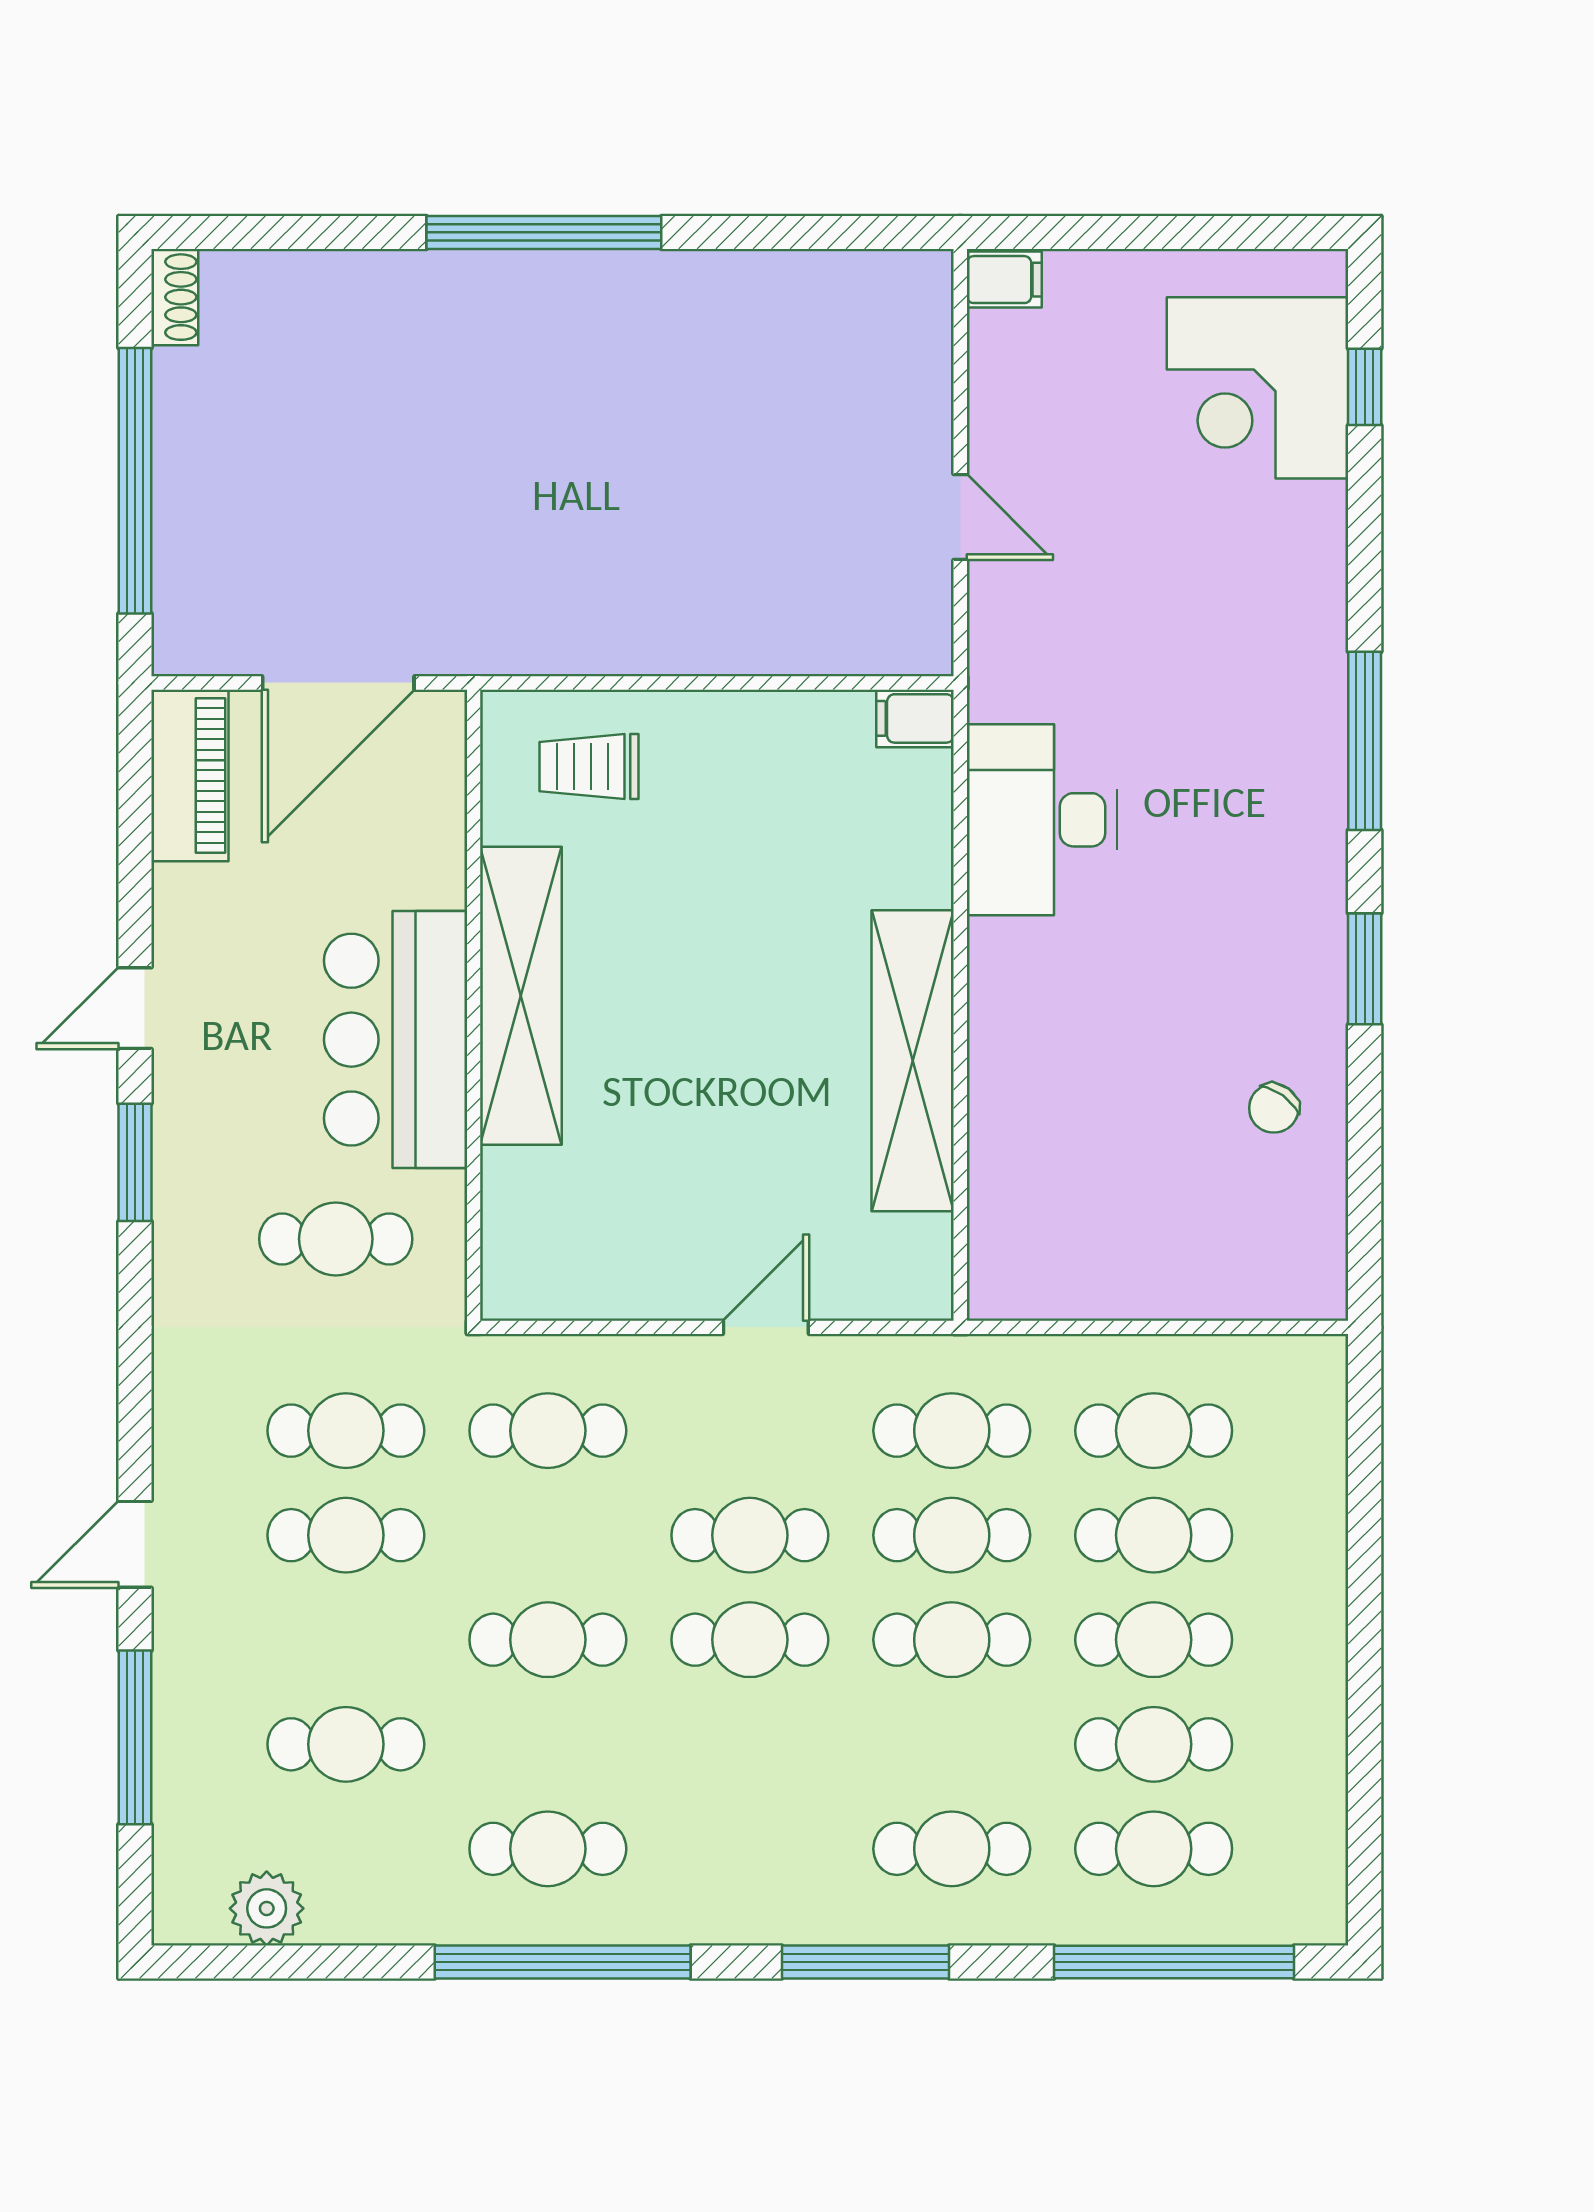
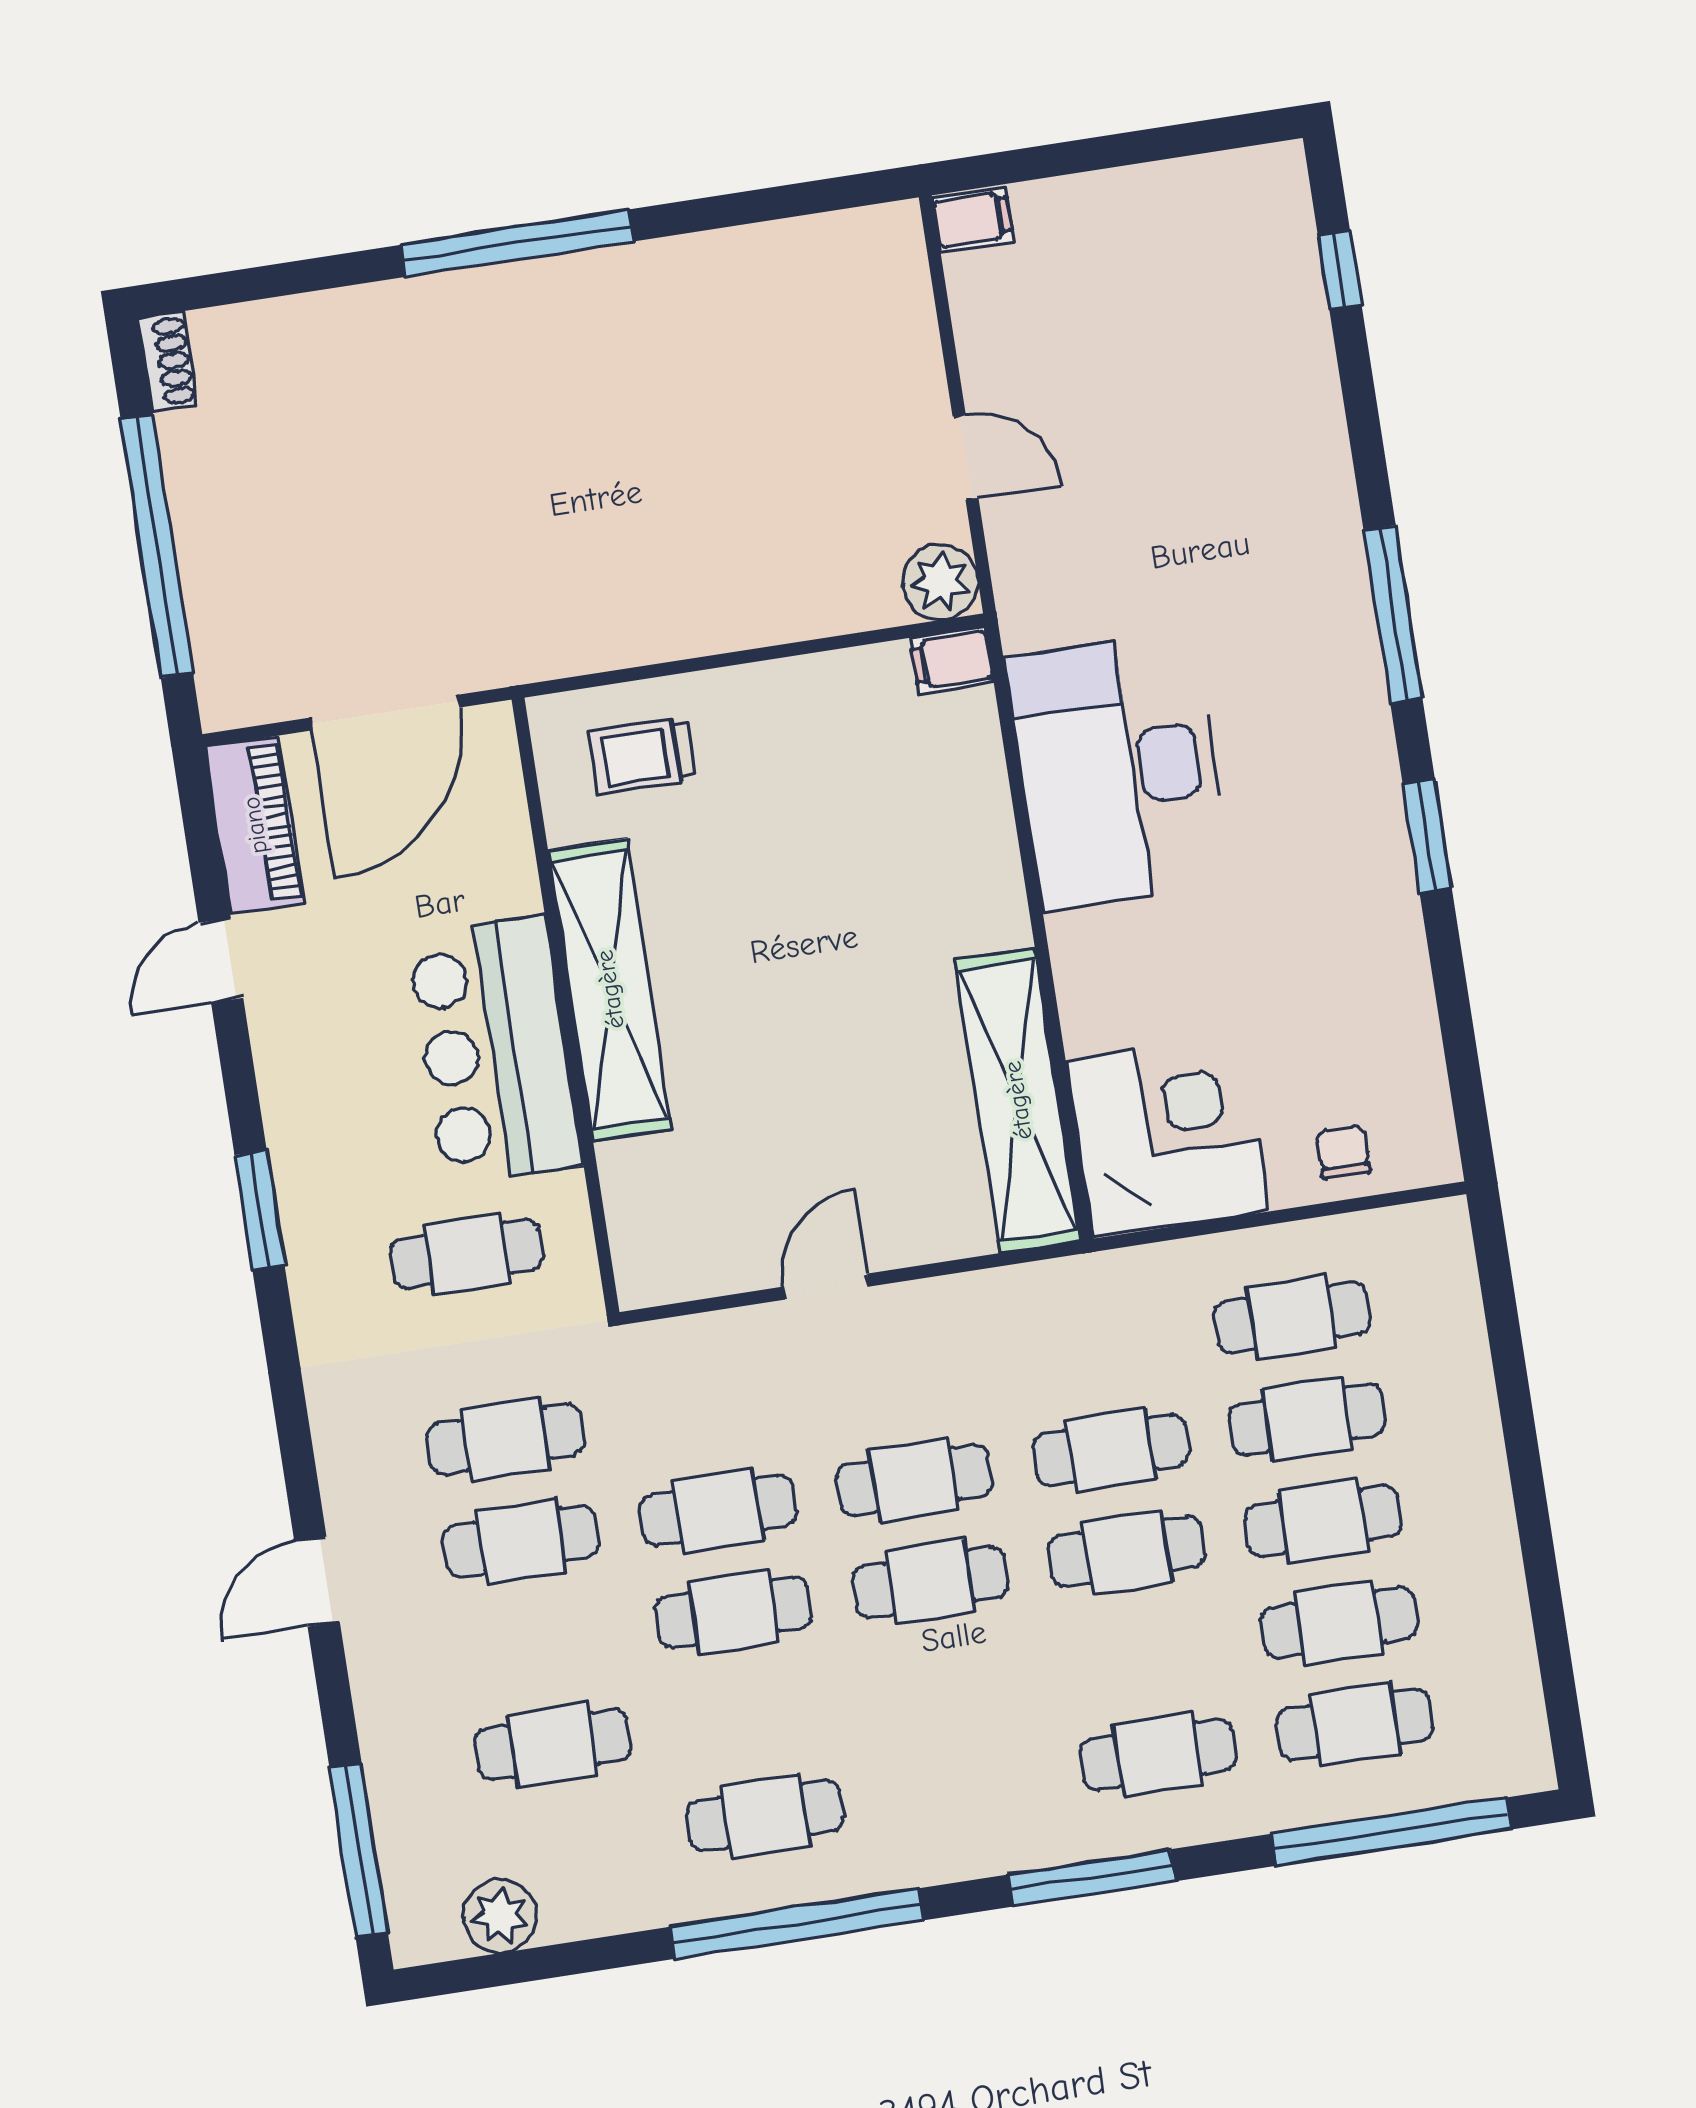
corner desk: (1258, 388) -> (1168, 1136), moved, turned 180
plant: (915, 638) -> (940, 582), added
desk: (1042, 820) -> (1118, 770), width x1.36, depth x1.30
door: (135, 1008) -> (221, 960), moved
shelving: (913, 1061) -> (1018, 1100), moved
chair: (1274, 1108) -> (1343, 1152), moved, turned 144
door: (766, 1327) -> (826, 1287), moved
cafe table: (548, 1431) -> (718, 1511), moved
cafe table: (952, 1431) -> (1095, 1348), removed
window: (135, 1737) -> (359, 1850), moved

